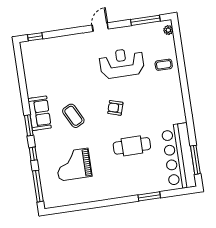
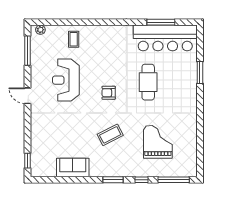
armchair: (115, 108) -> (109, 93), turned 73
sofa: (40, 113) -> (73, 167), moved
window: (195, 160) -> (161, 22), moved
grand piano: (73, 165) -> (158, 142), turned 180

